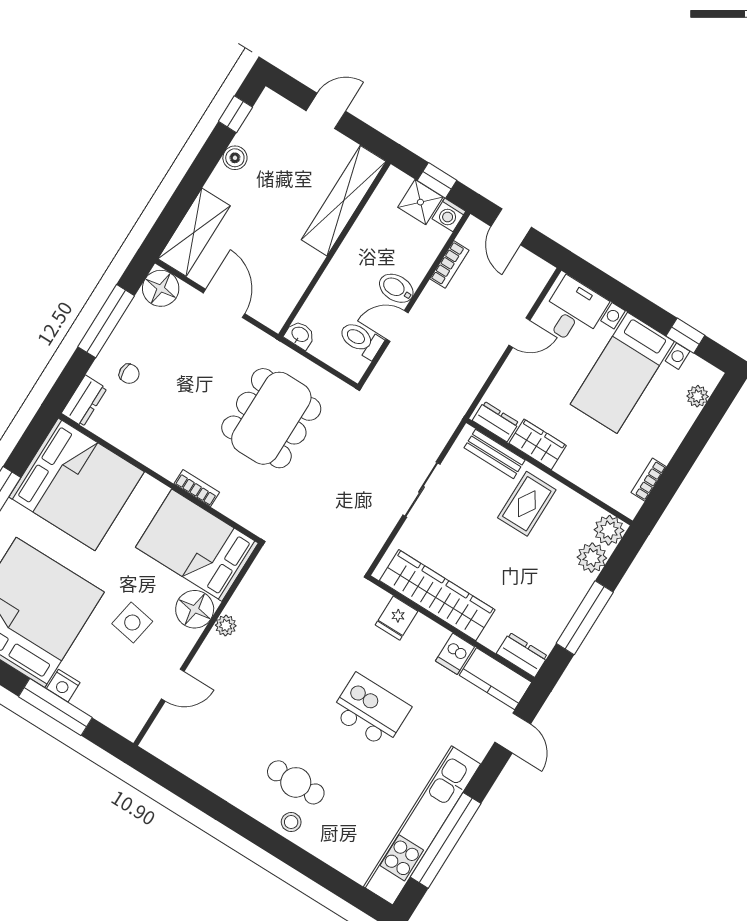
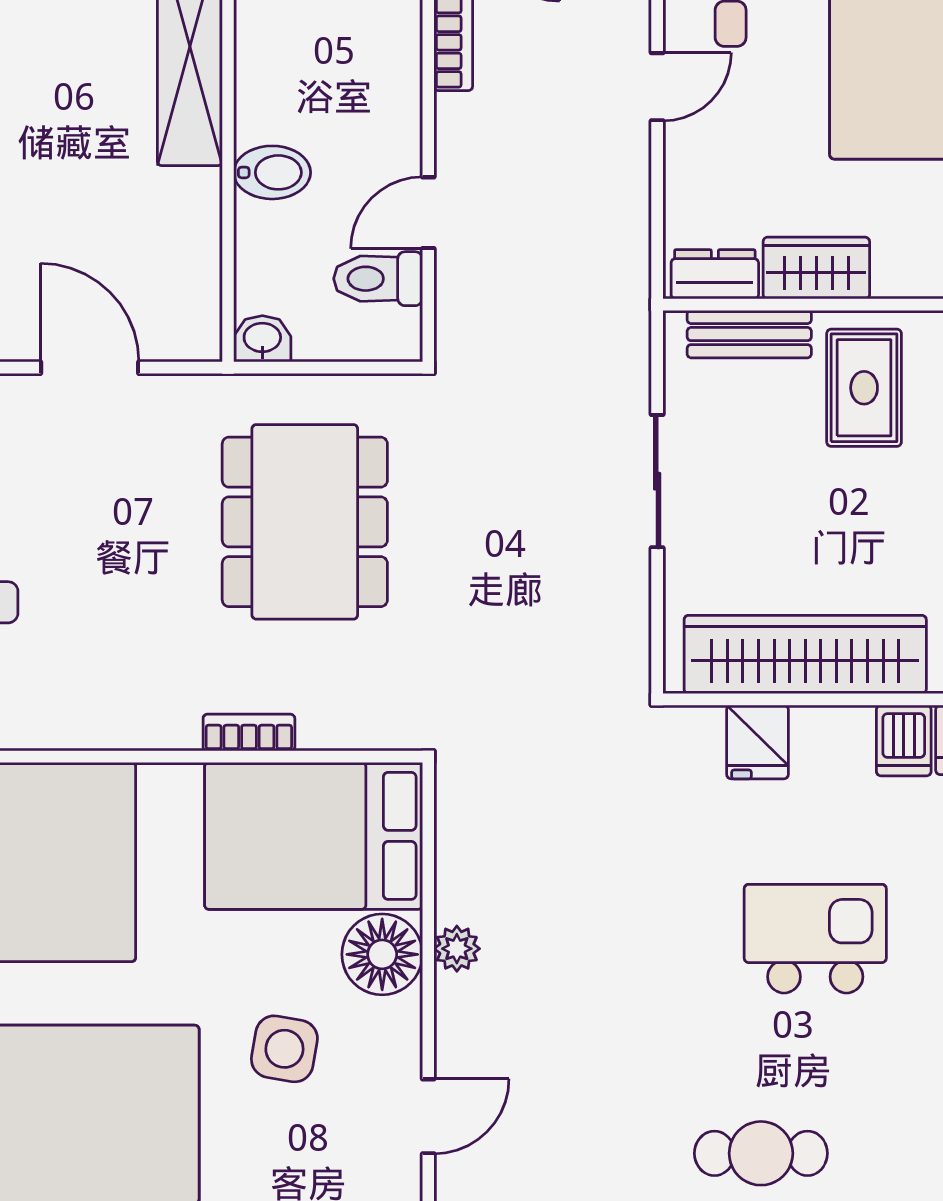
bidet: (396, 288) -> (272, 172), moved, turned 180

